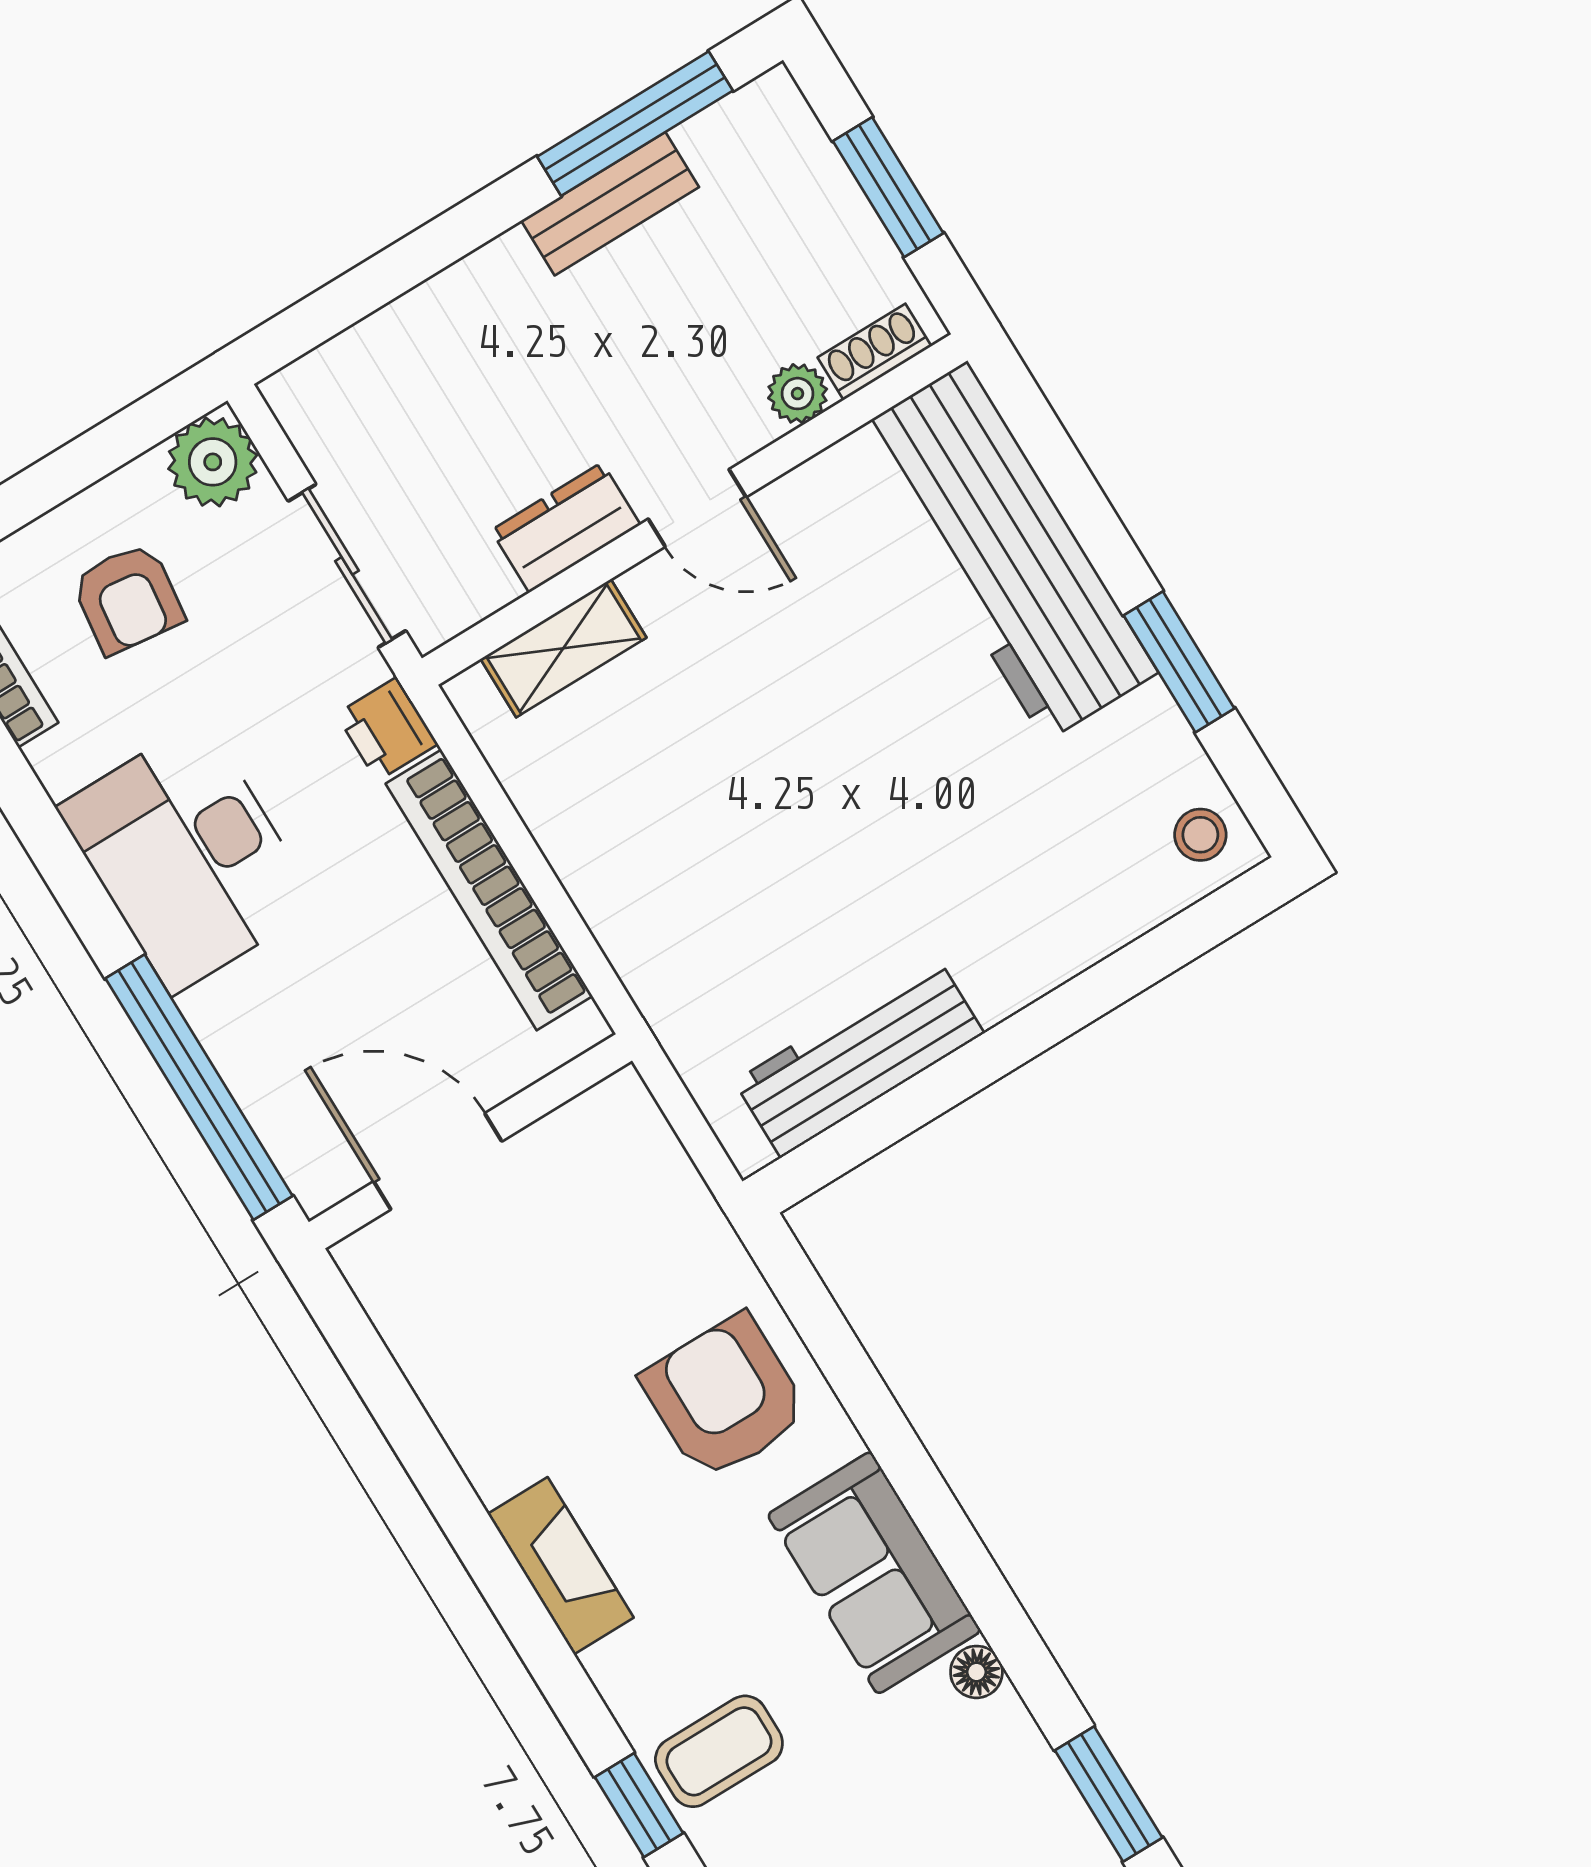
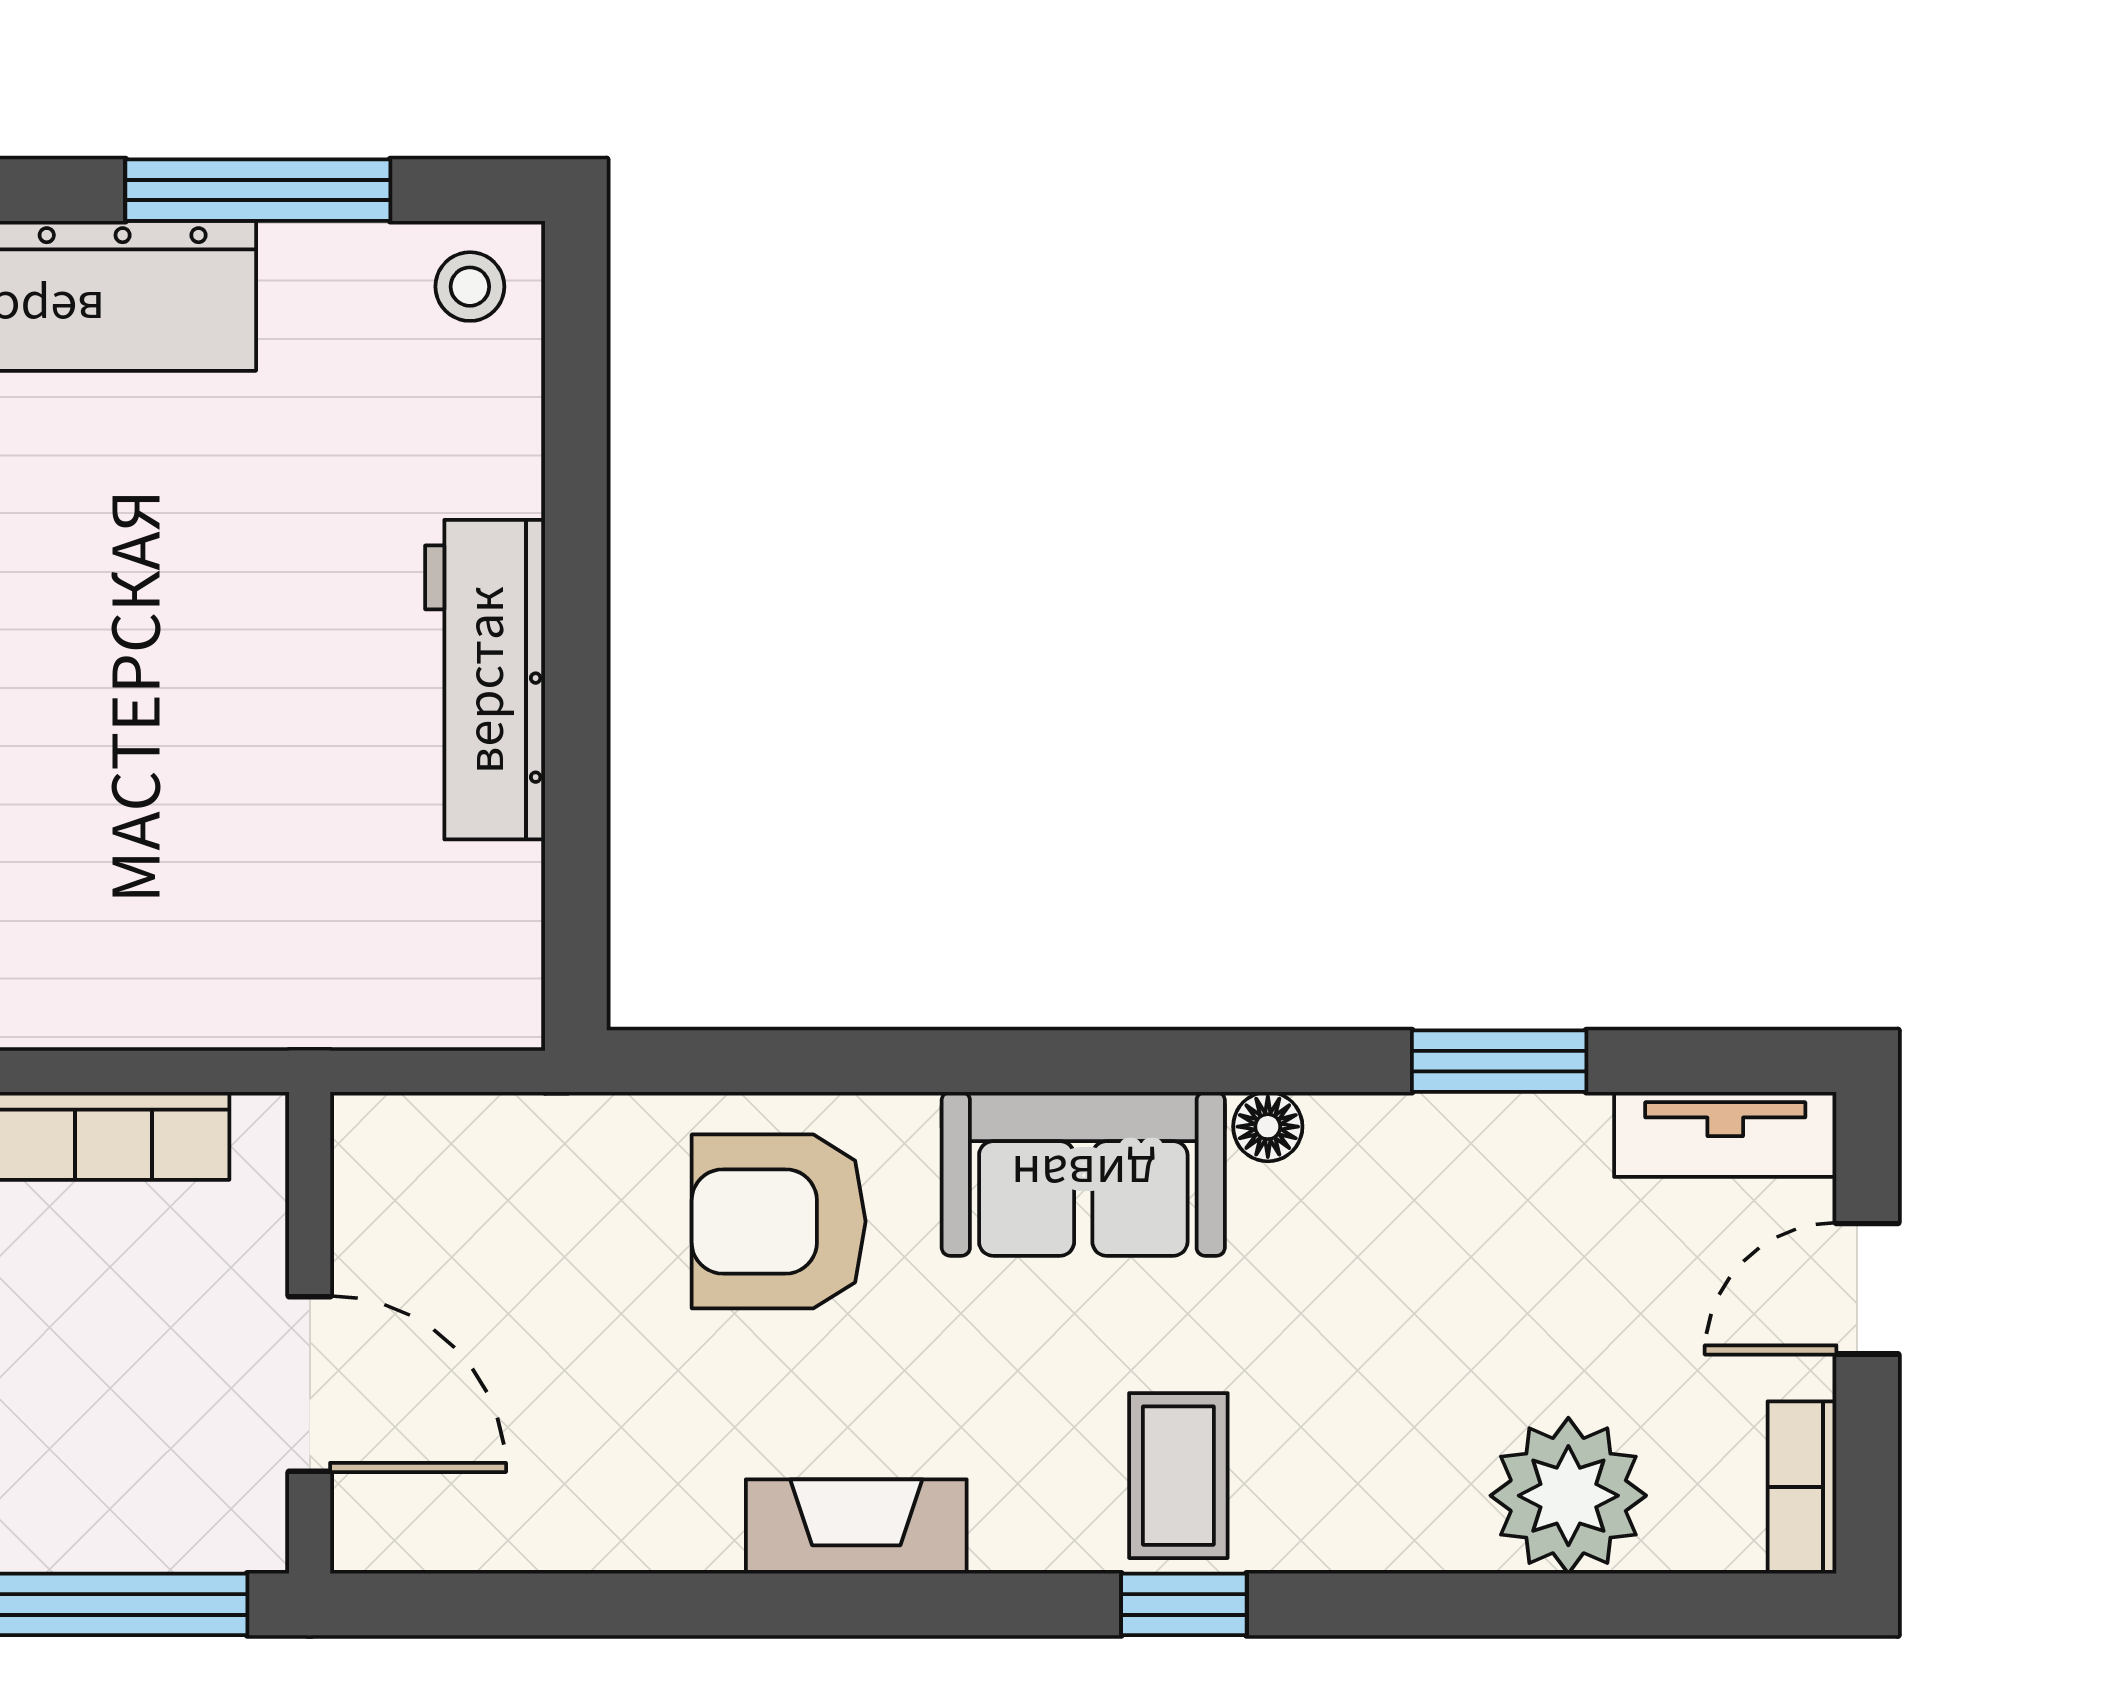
window: (1179, 662) -> (258, 190), width x1.44
workbench: (859, 1057) -> (485, 680), moved
door: (438, 1161) -> (310, 1384), swing flipped

